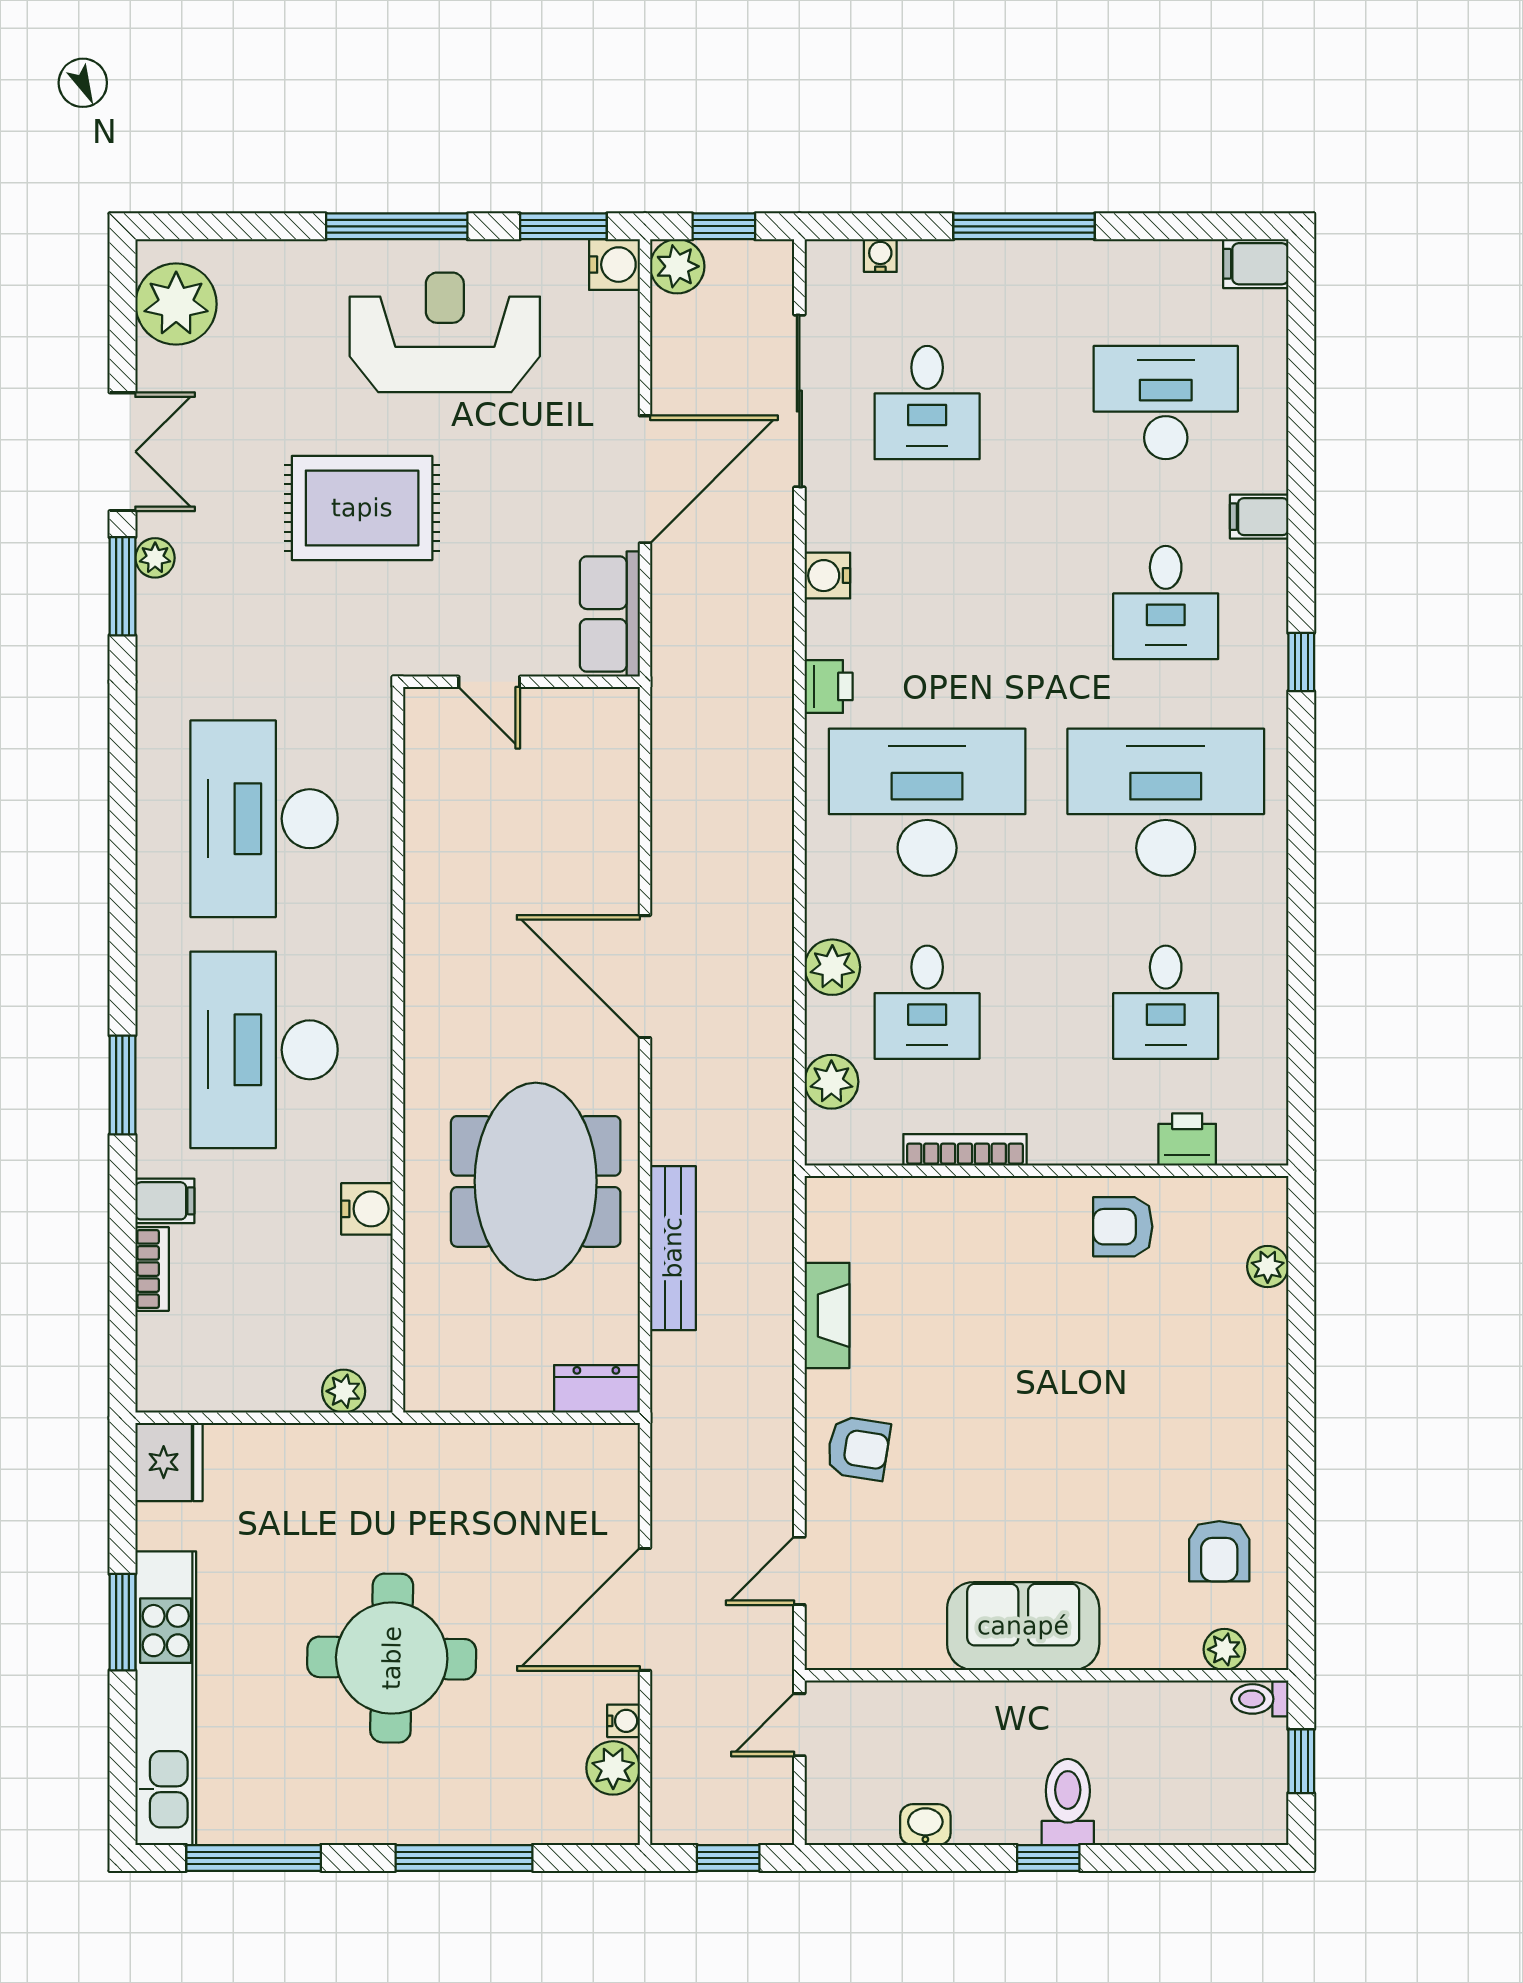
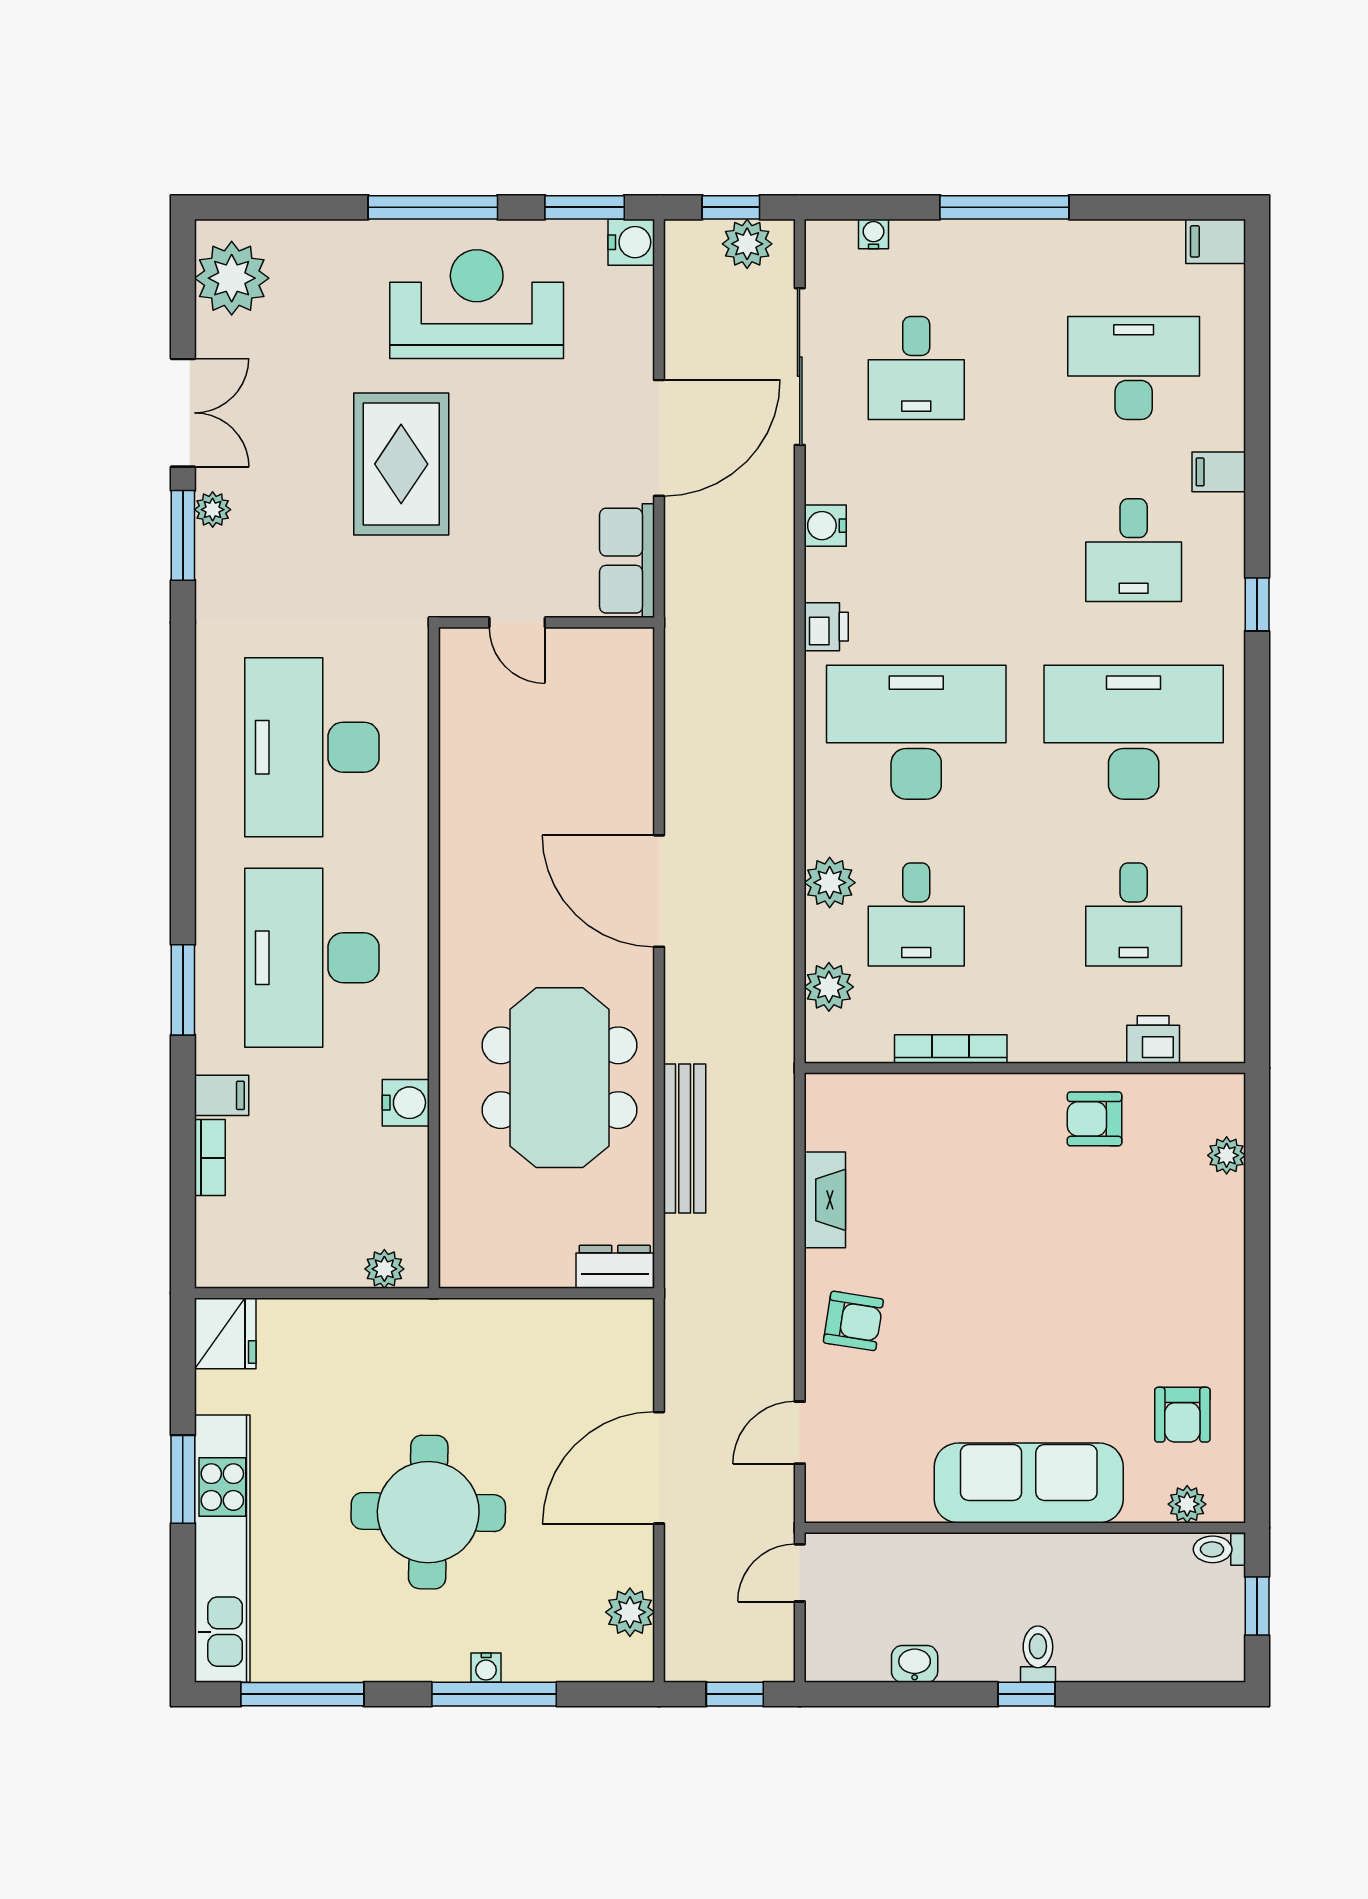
plant: (677, 266) -> (747, 244), moved
rug: (362, 508) -> (401, 464), turned 90
sofa: (1023, 1626) -> (1029, 1483), width x1.36
water cooler: (624, 1721) -> (486, 1668), moved, turned 90
toilet: (1068, 1802) -> (1038, 1654), width x0.73, depth x0.72

